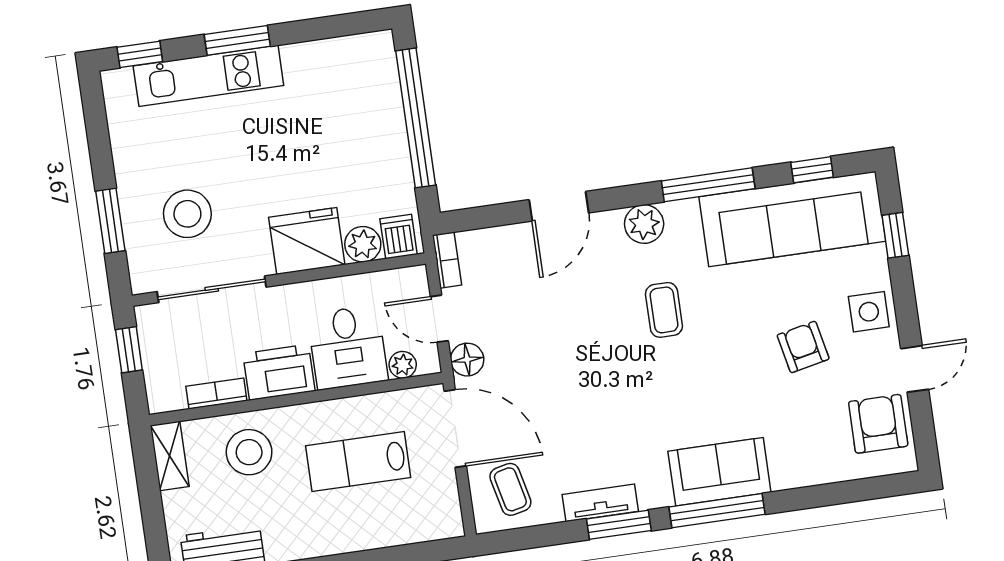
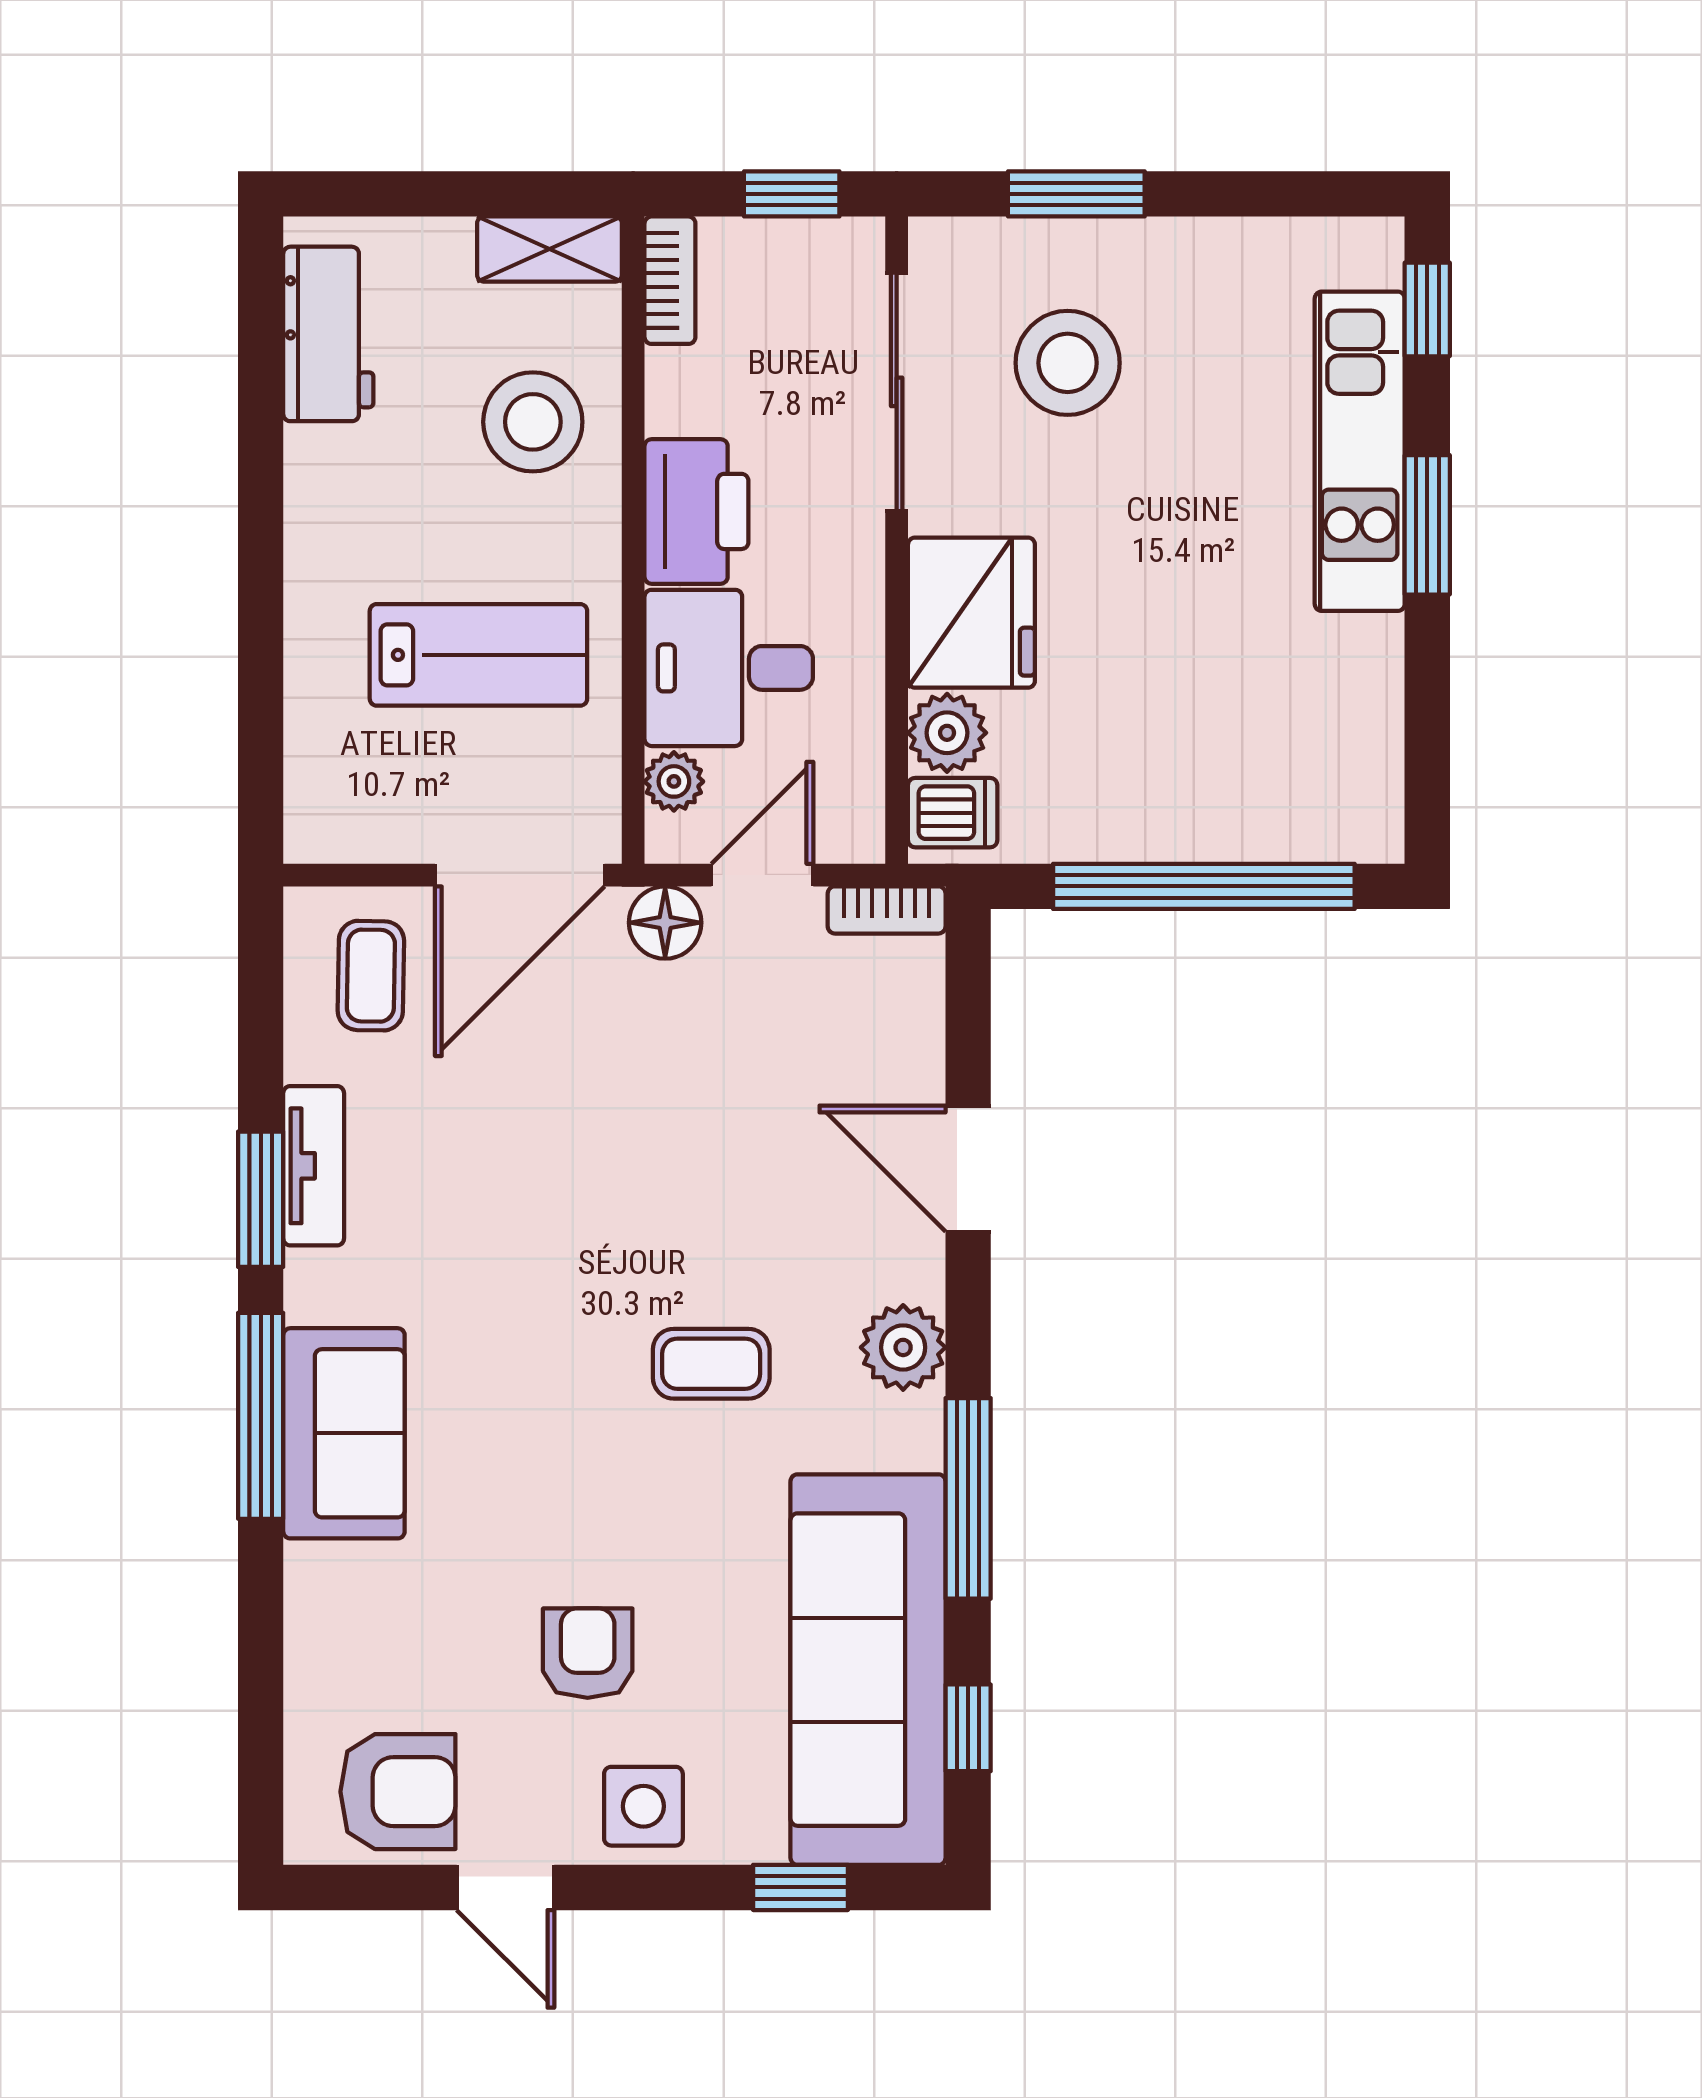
armchair: (803, 347) -> (588, 1653), turned -78
bookcase: (216, 393) -> (670, 280), moved
lab bench: (358, 462) -> (478, 655), turned 90
coffee table: (510, 489) -> (371, 976), turned -76

